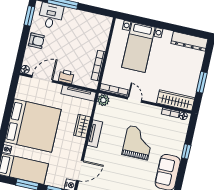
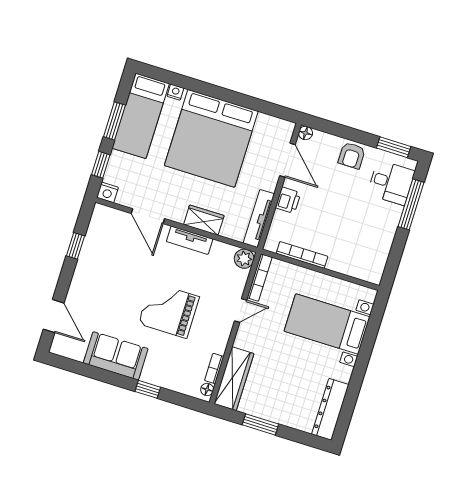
grand piano: (138, 143) -> (169, 310), turned 180
door: (80, 171) -> (148, 216), moved

